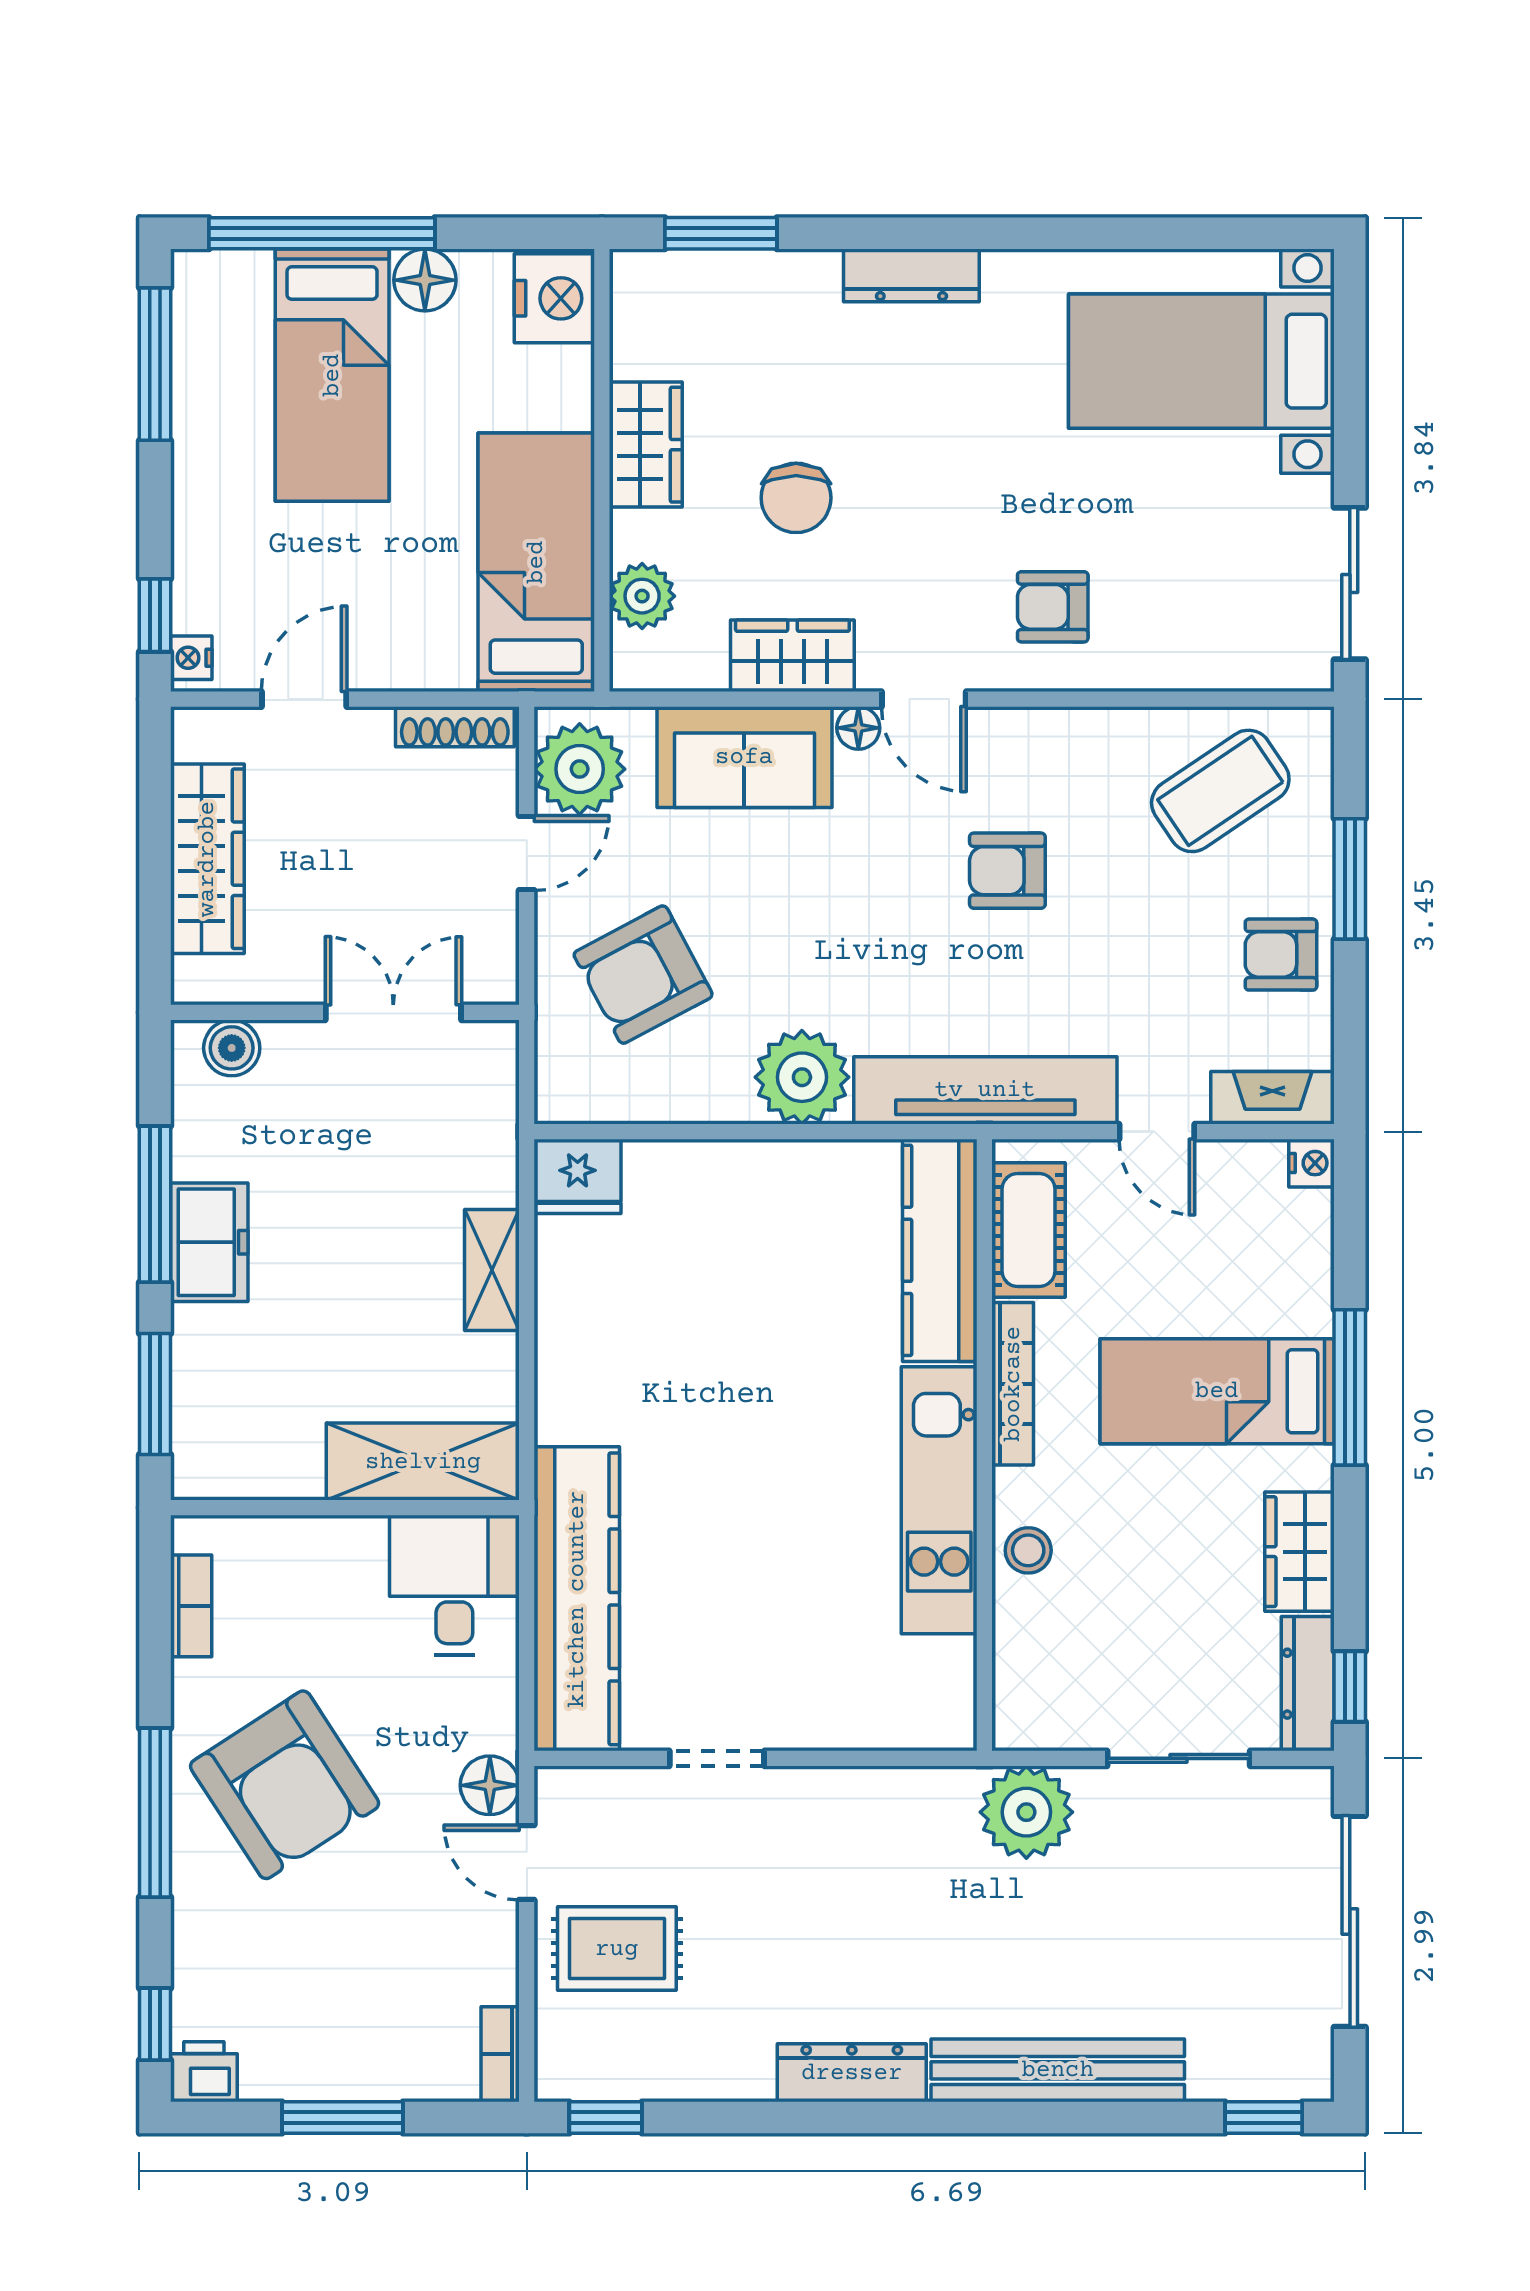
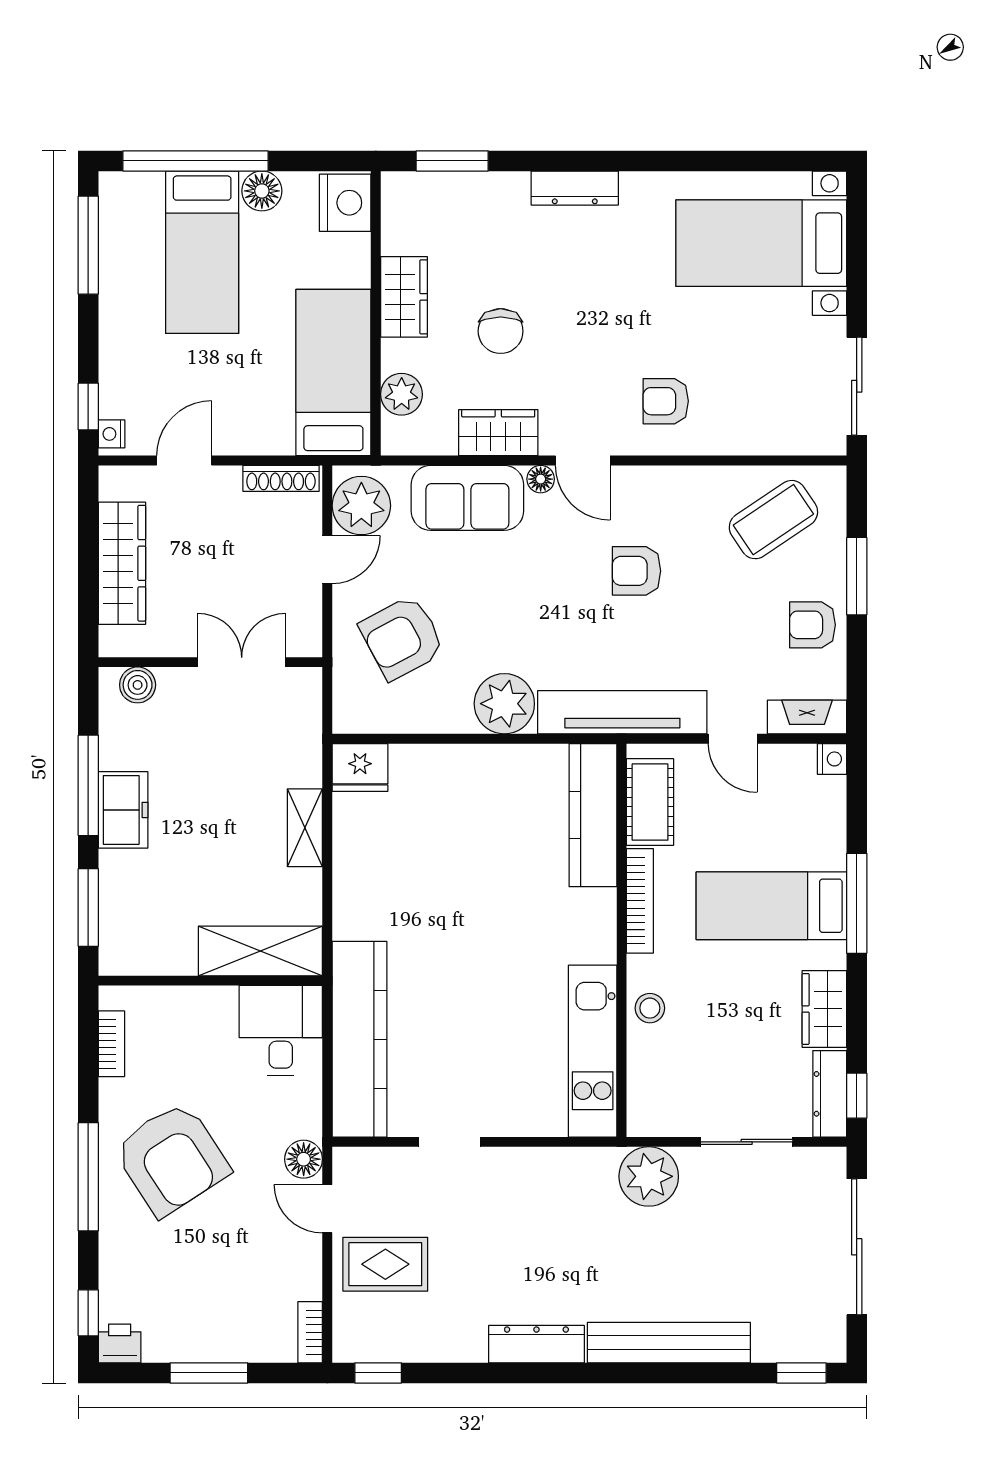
kitchen unit: (939, 1500) -> (593, 1051), moved

